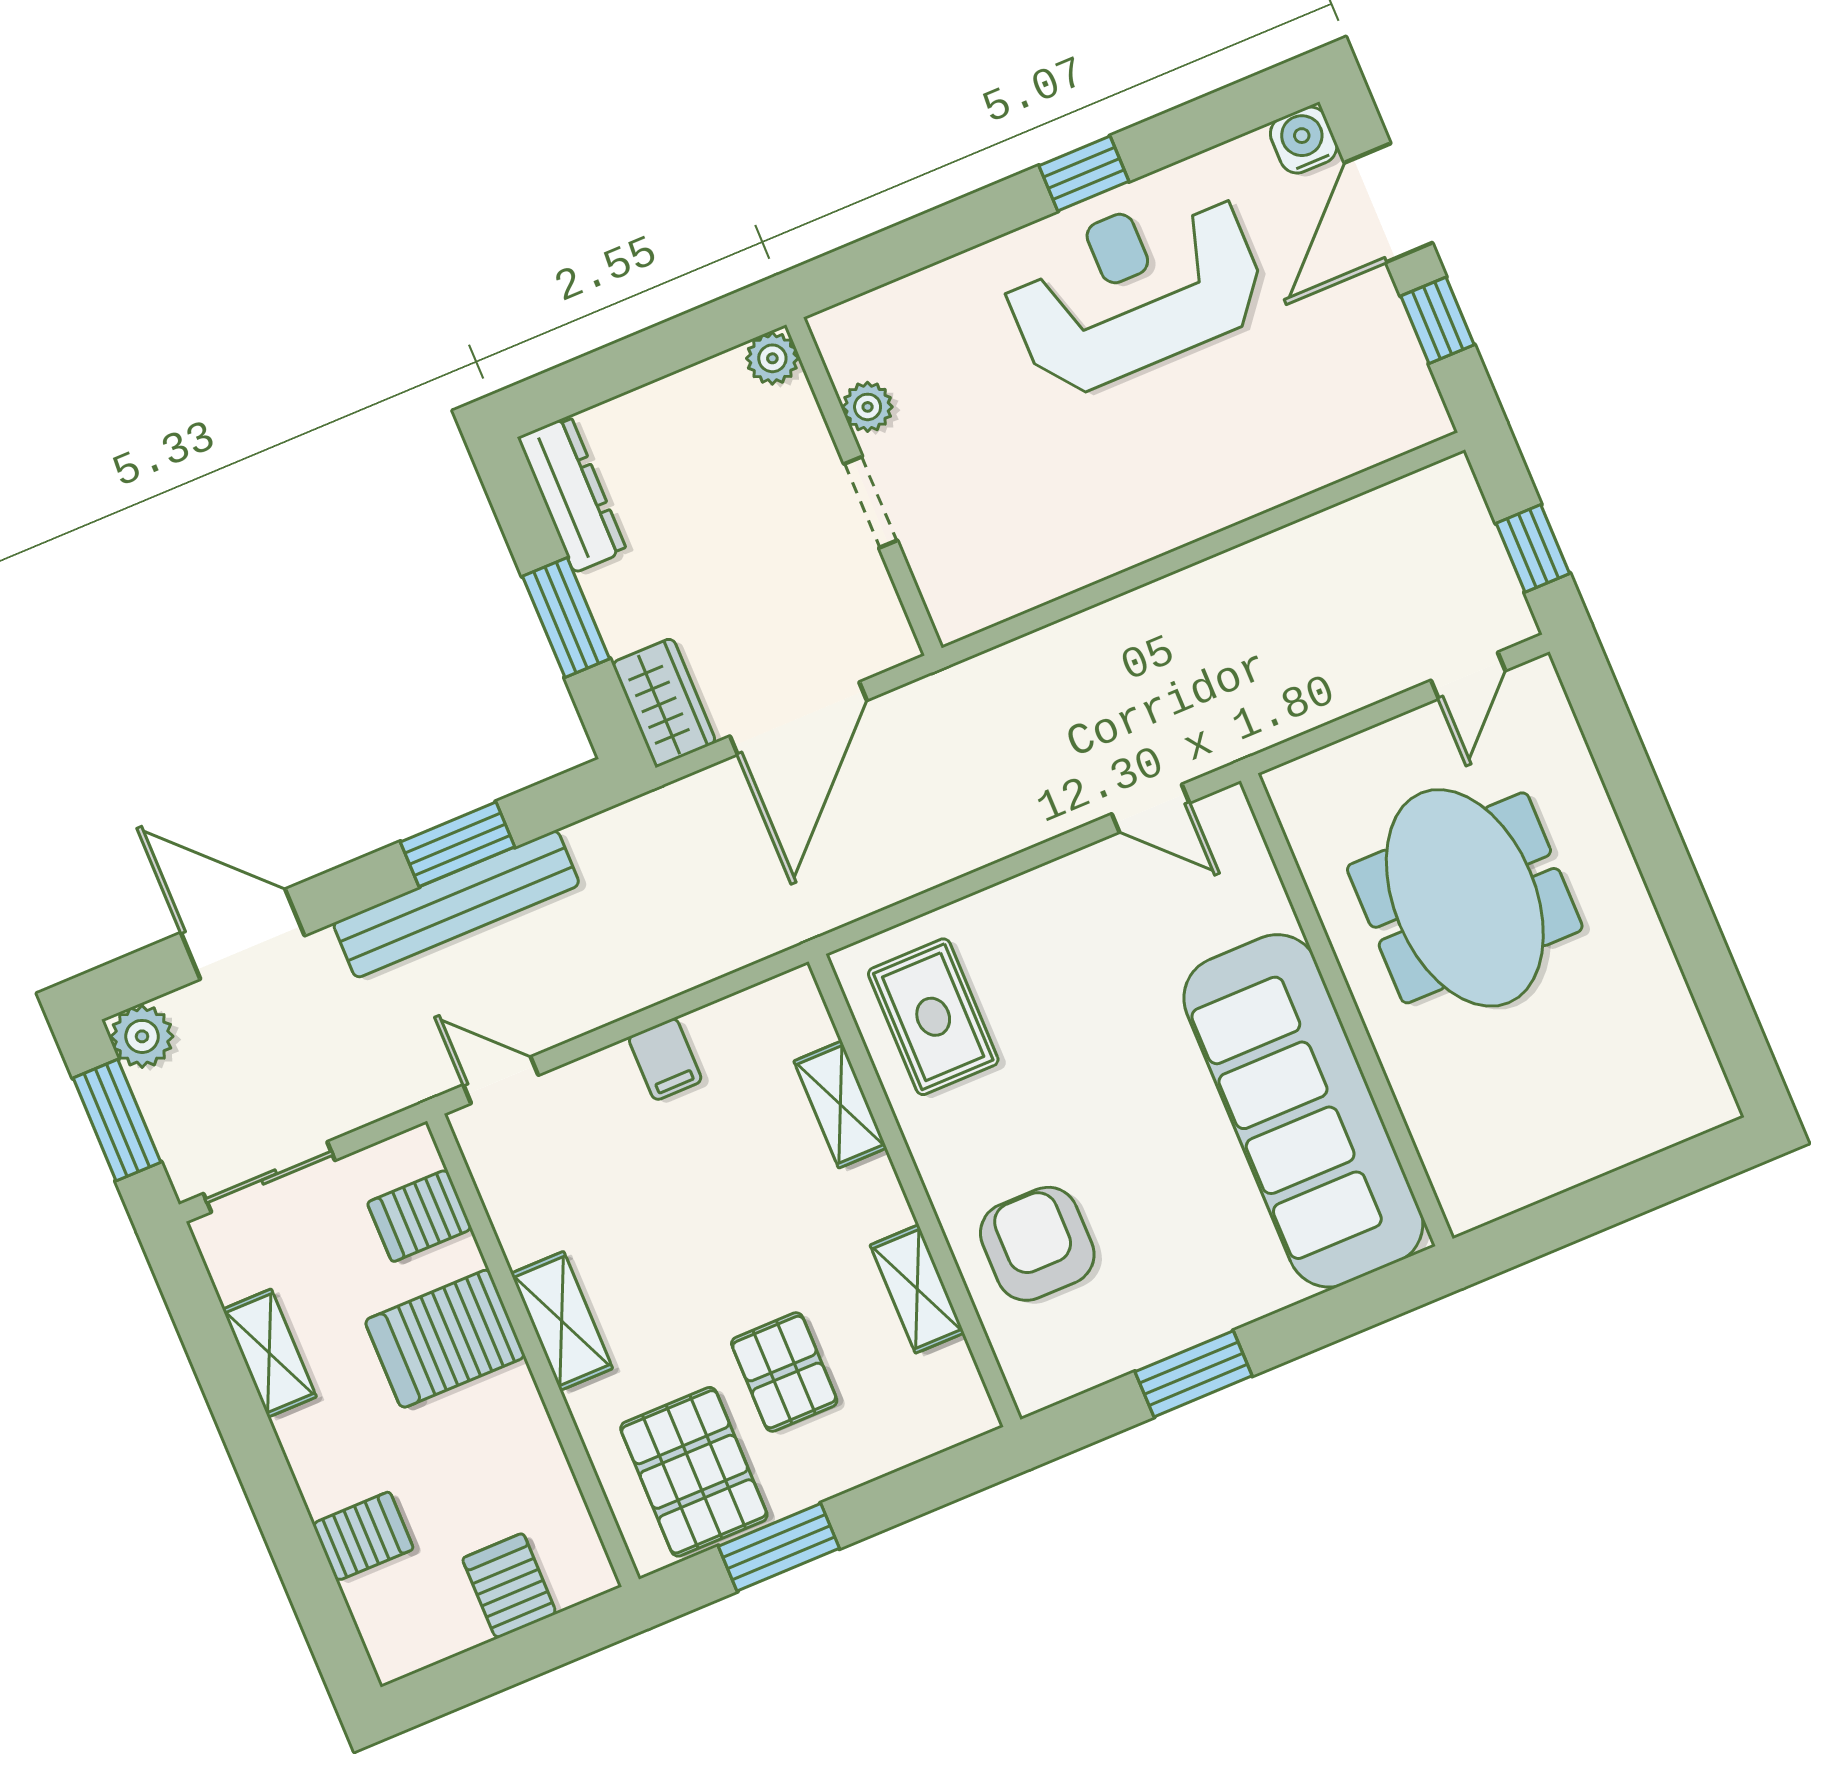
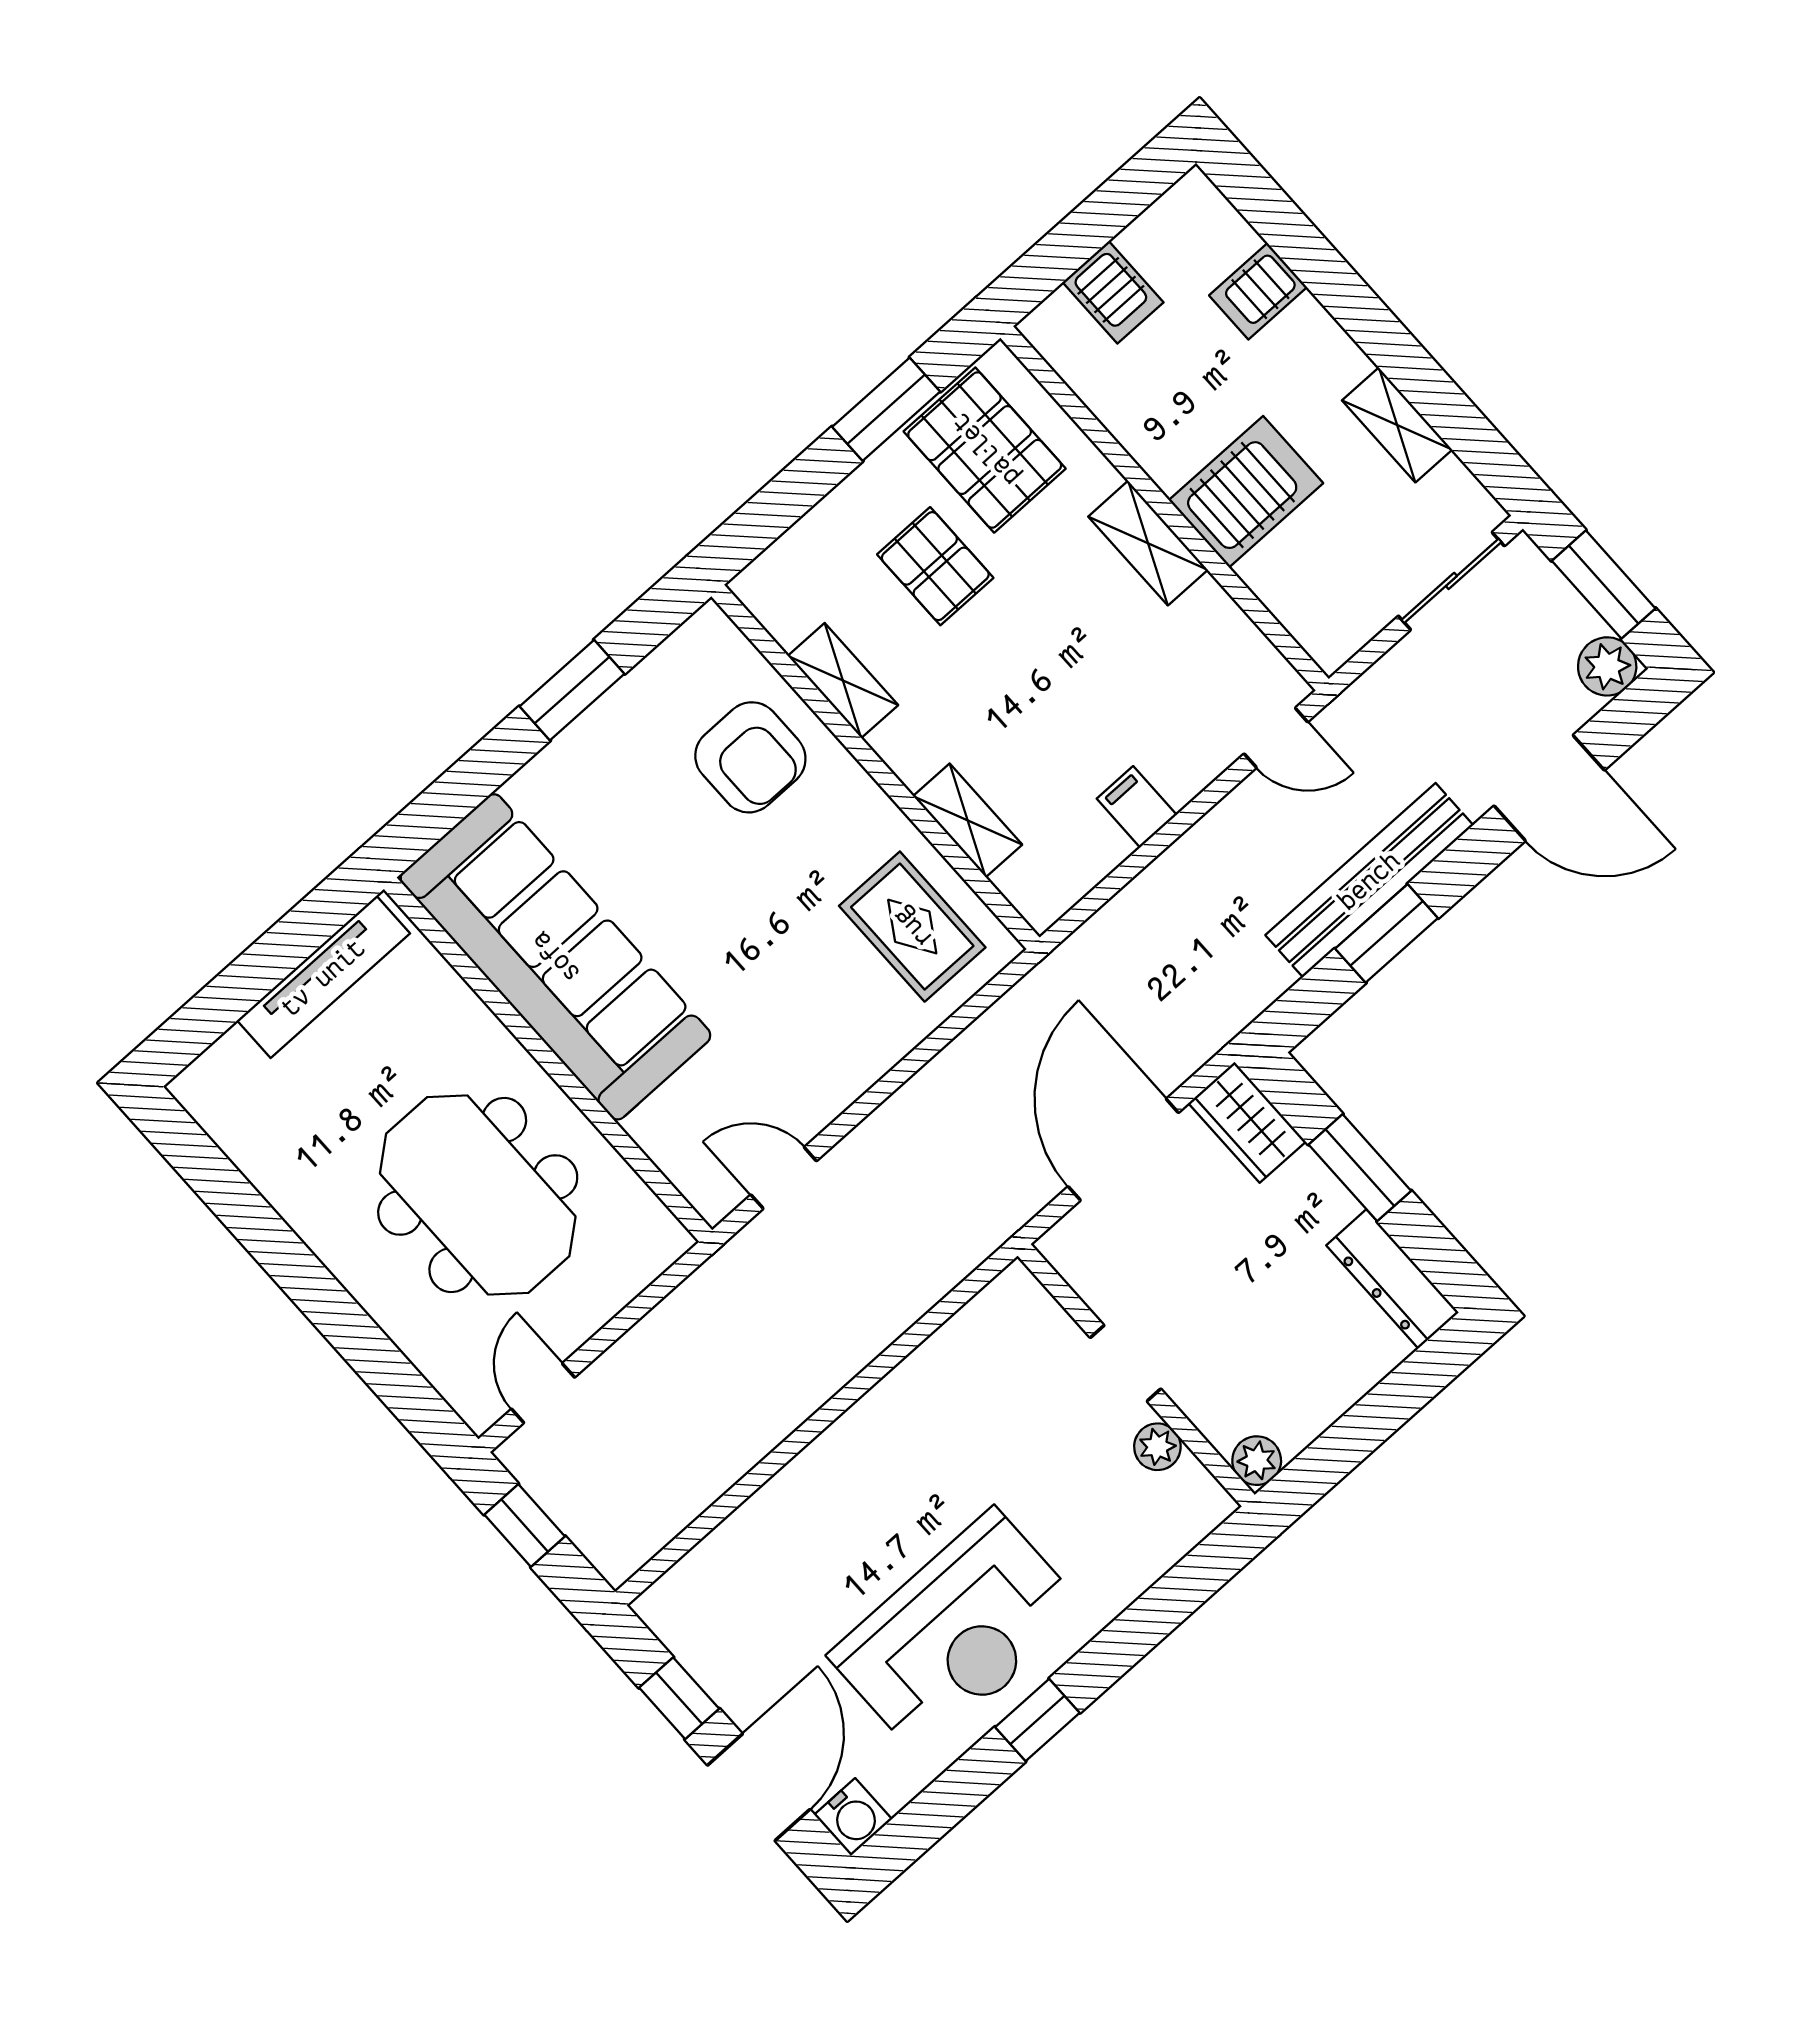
tv unit: (1544, 1171) -> (323, 977), added
server rack: (420, 1216) -> (1306, 593), removed

